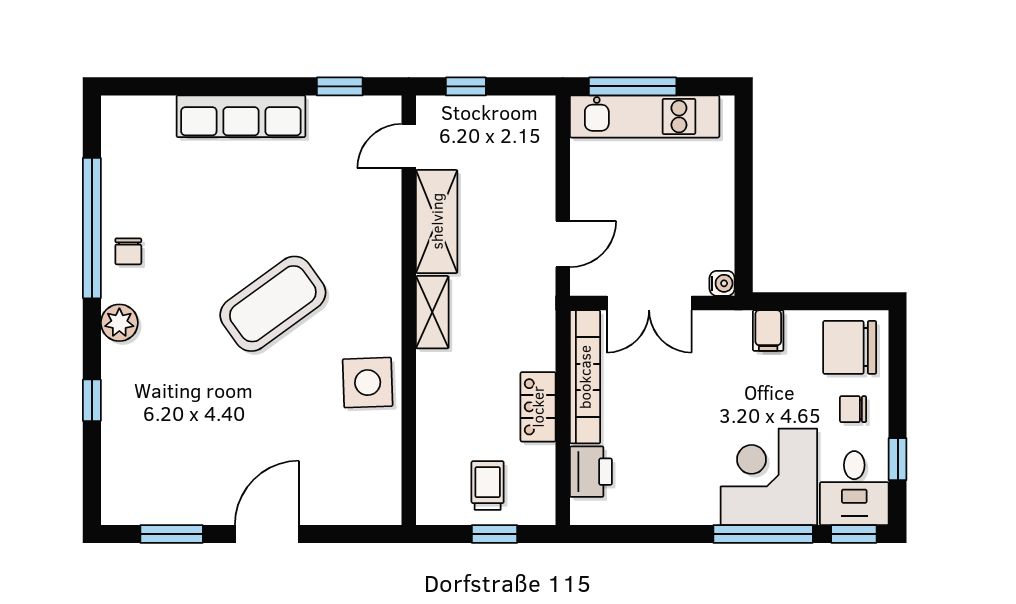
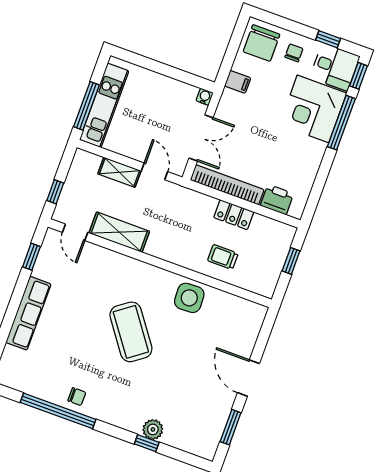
shelving: (432, 312) -> (119, 172), moved
plant: (119, 323) -> (153, 429), moved
chair: (853, 409) -> (294, 53), turned 180
trolley: (488, 486) -> (223, 257), moved

